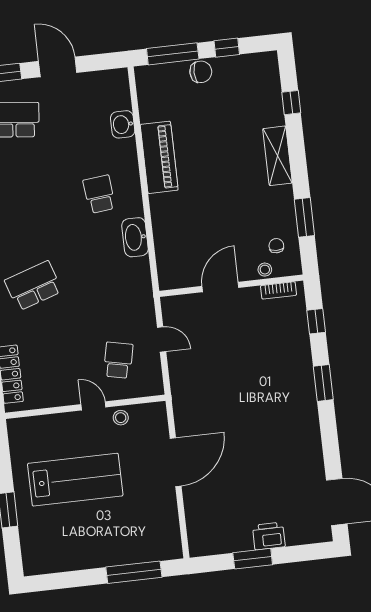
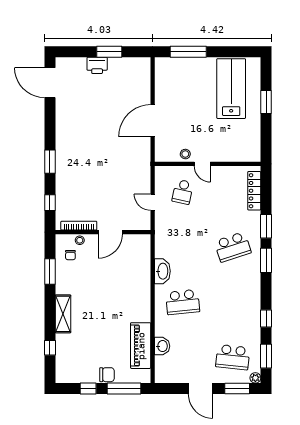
chair: (201, 72) -> (107, 375), turned 180
piano: (159, 157) -> (141, 346), moved
school desk: (99, 194) -> (183, 302), width x1.85
bookcase: (278, 290) -> (79, 226), width x1.56
lab bench: (75, 480) -> (231, 89), moved, turned 90

